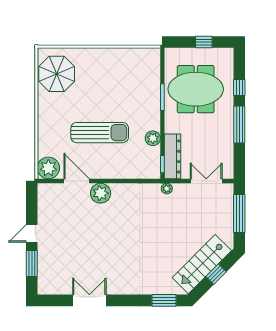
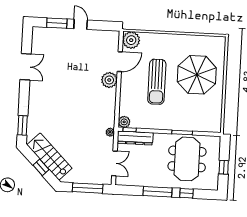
parasol: (57, 74) -> (197, 75), moved, width x1.36, depth x1.36
plant: (153, 138) -> (124, 122), moved

